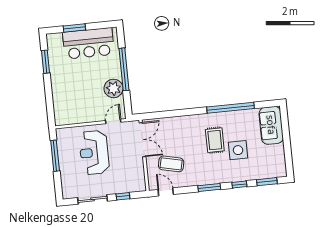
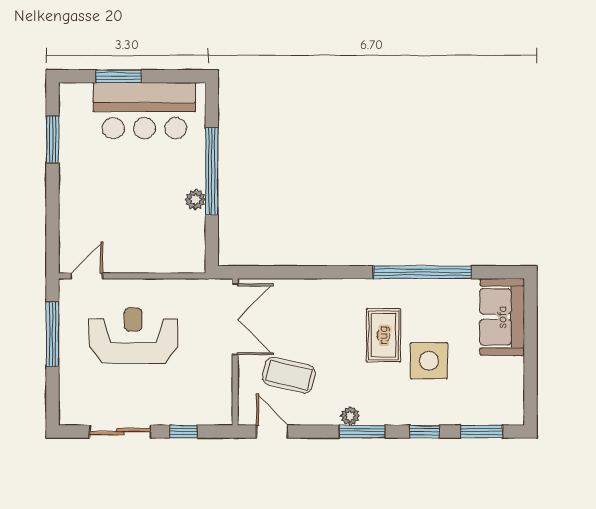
plant: (114, 88) -> (195, 199), width x0.53, depth x0.53
door: (113, 121) -> (87, 276), moved
reception desk: (94, 153) -> (133, 336), turned 90
plant: (203, 181) -> (350, 416), added

